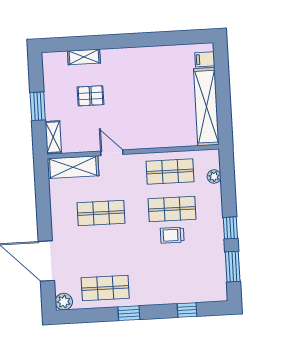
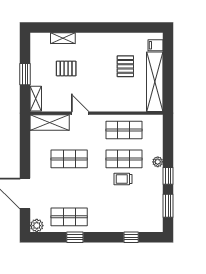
pallet: (167, 89) -> (125, 66), added
plant: (214, 177) -> (158, 162), moved
window: (129, 313) -> (75, 237), moved

